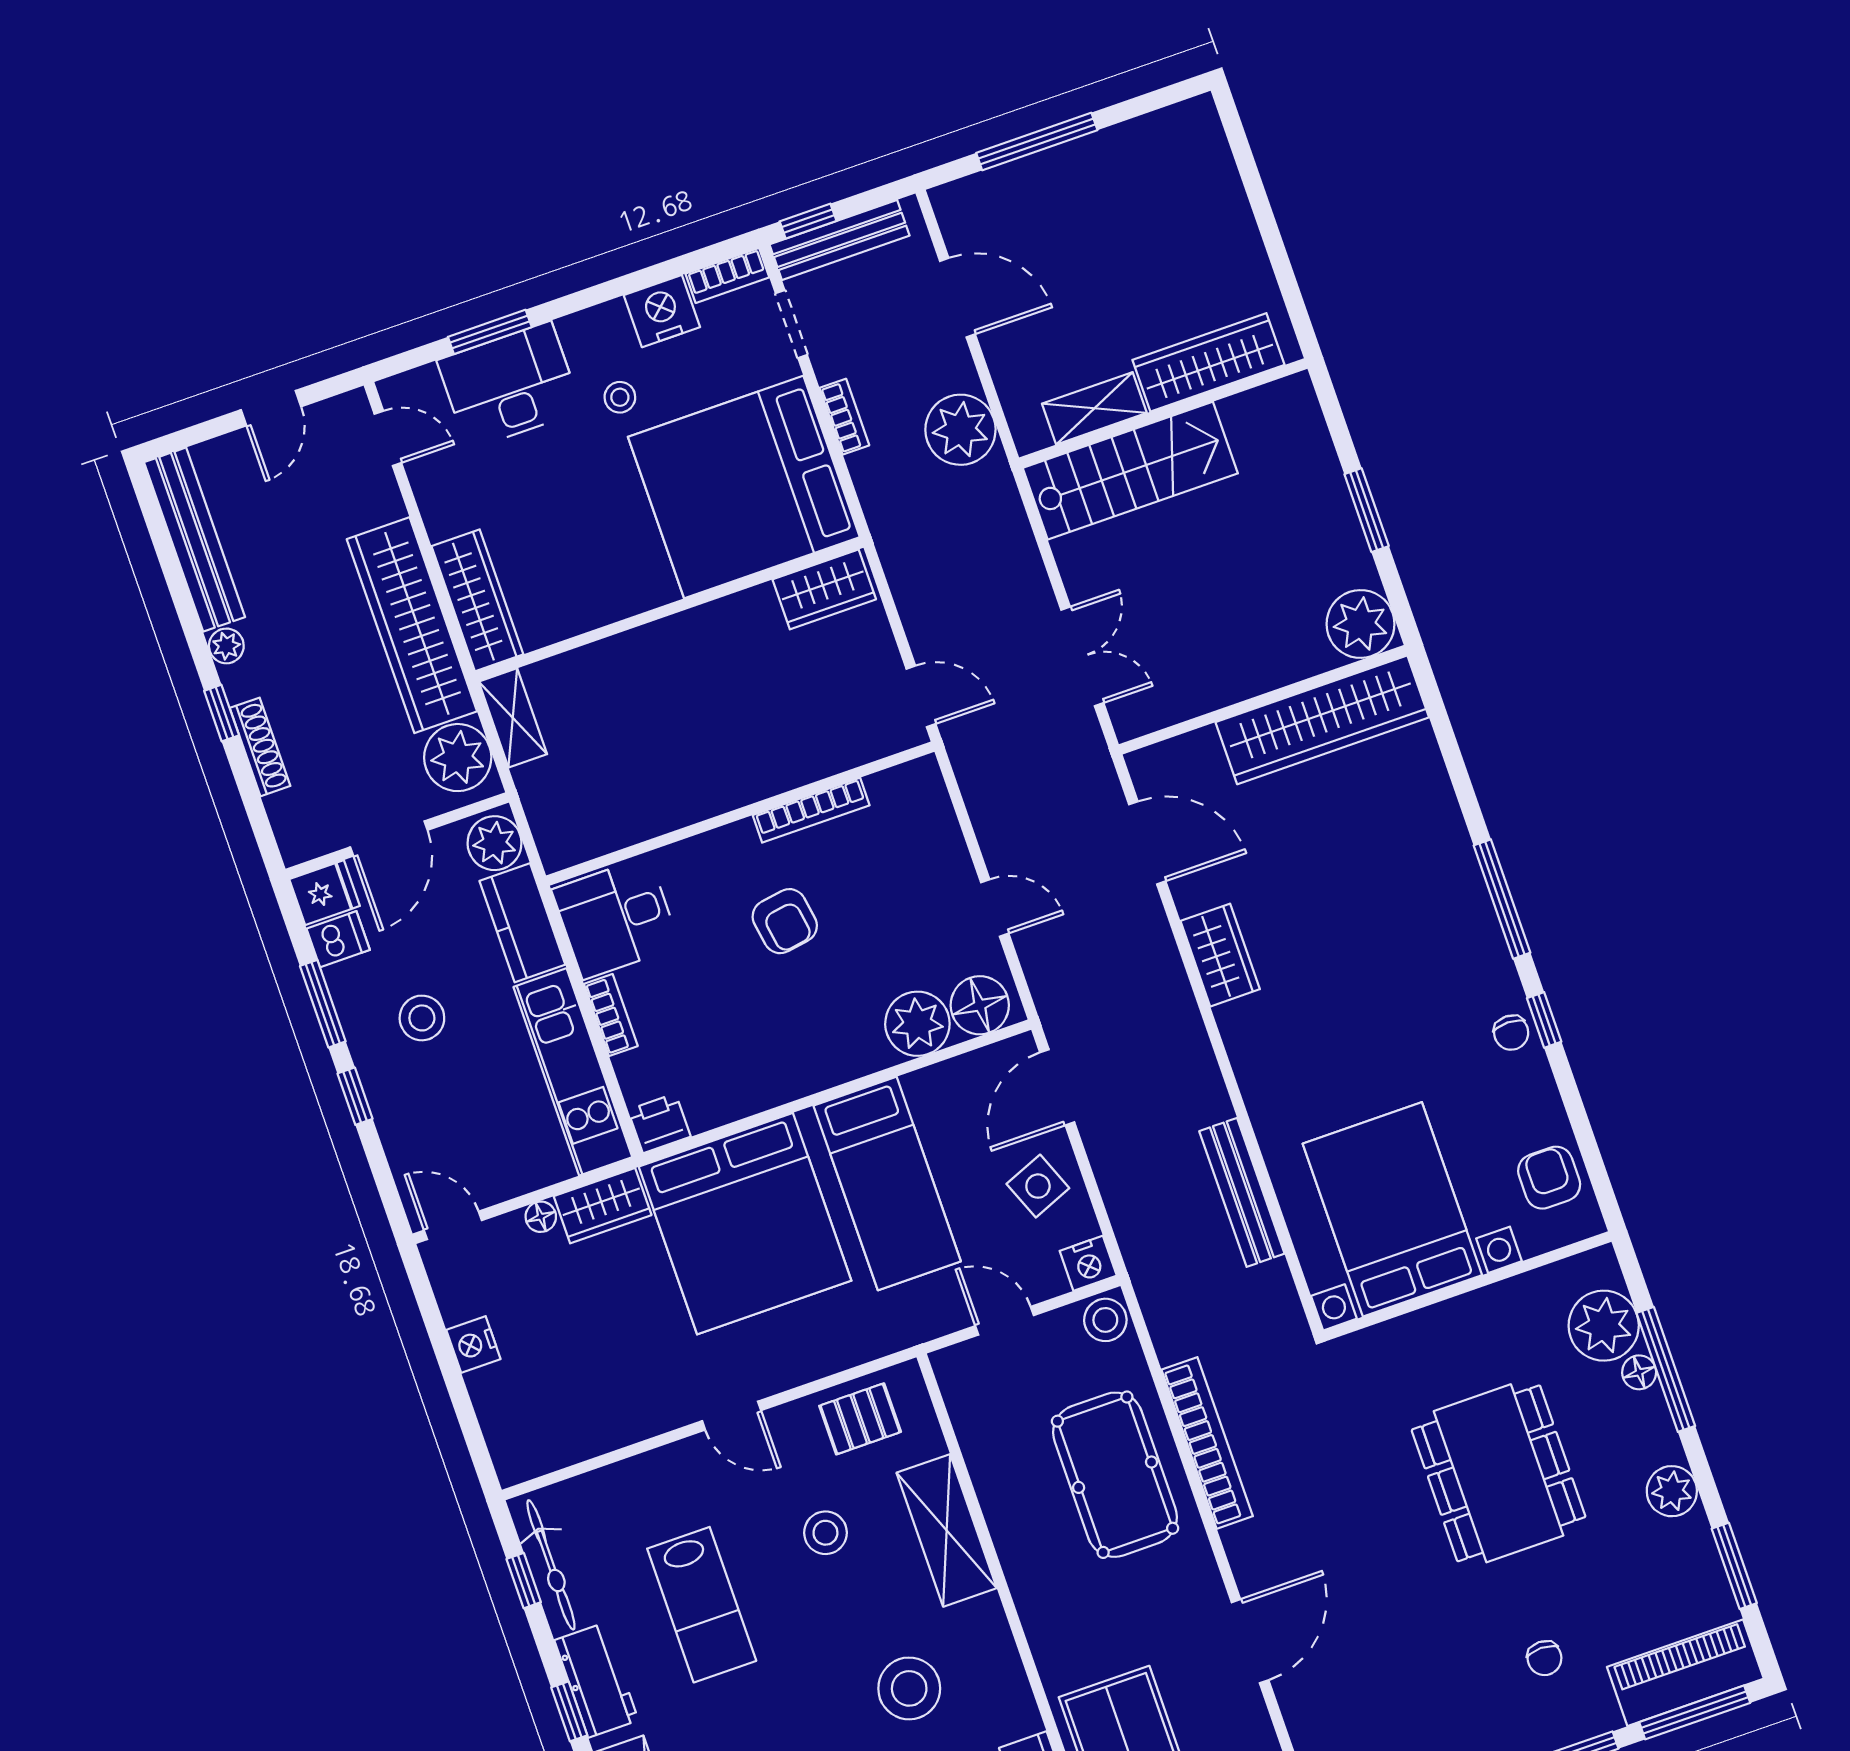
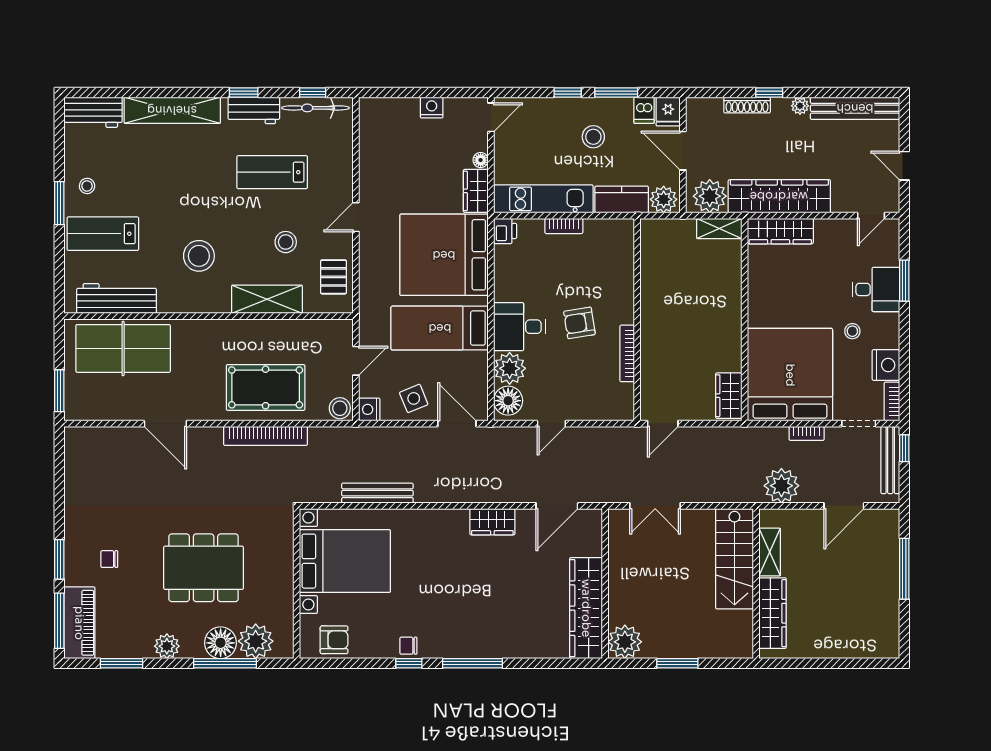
desk: (509, 386) -> (876, 289), width x0.73
desk: (616, 918) -> (519, 327), moved, turned -90
floor lamp: (1639, 1372) -> (221, 643), width x1.89, depth x1.89

